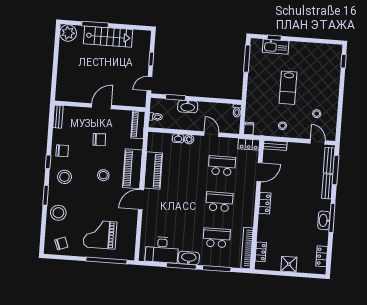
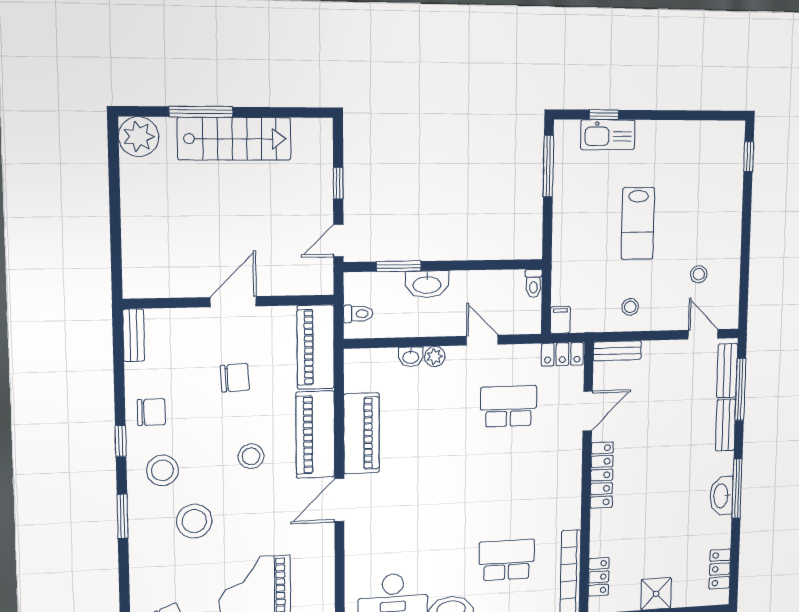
piano: (138, 125) -> (316, 347), width x1.37, depth x1.33
school desk: (219, 202) -> (508, 484), removed
locker: (265, 203) -> (602, 475), width x1.53
stool: (58, 213) -> (194, 521), moved

